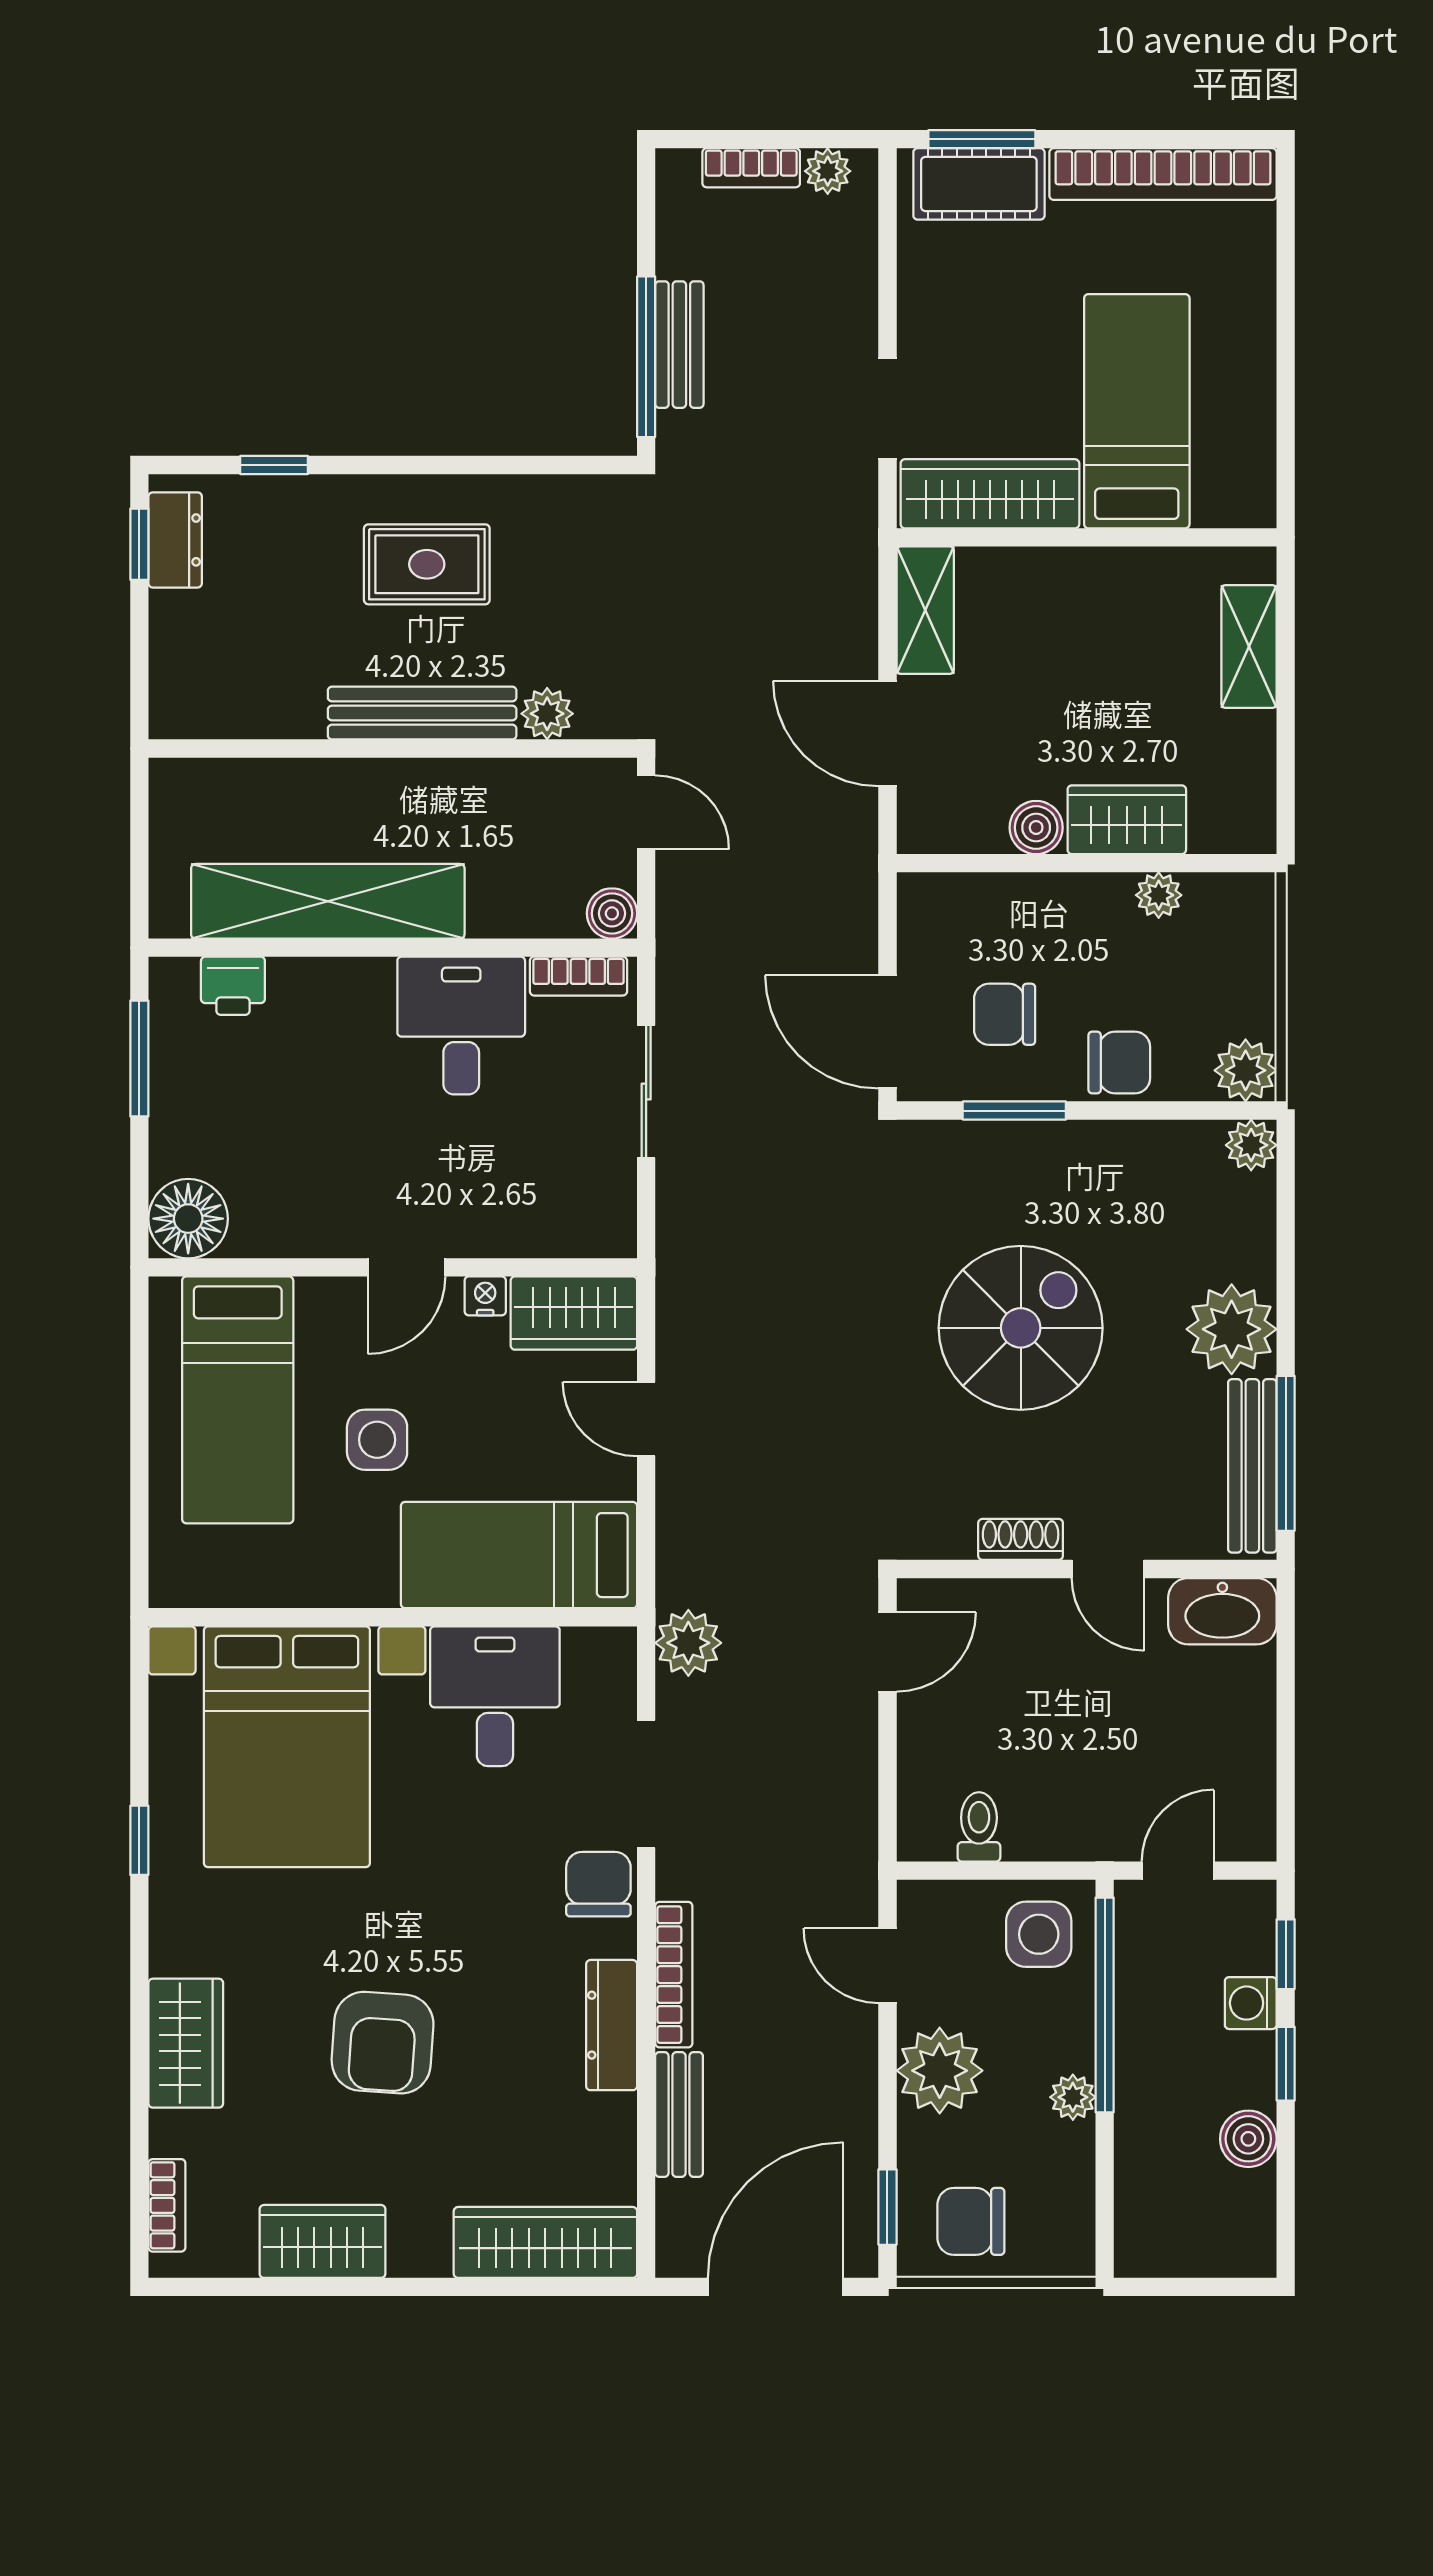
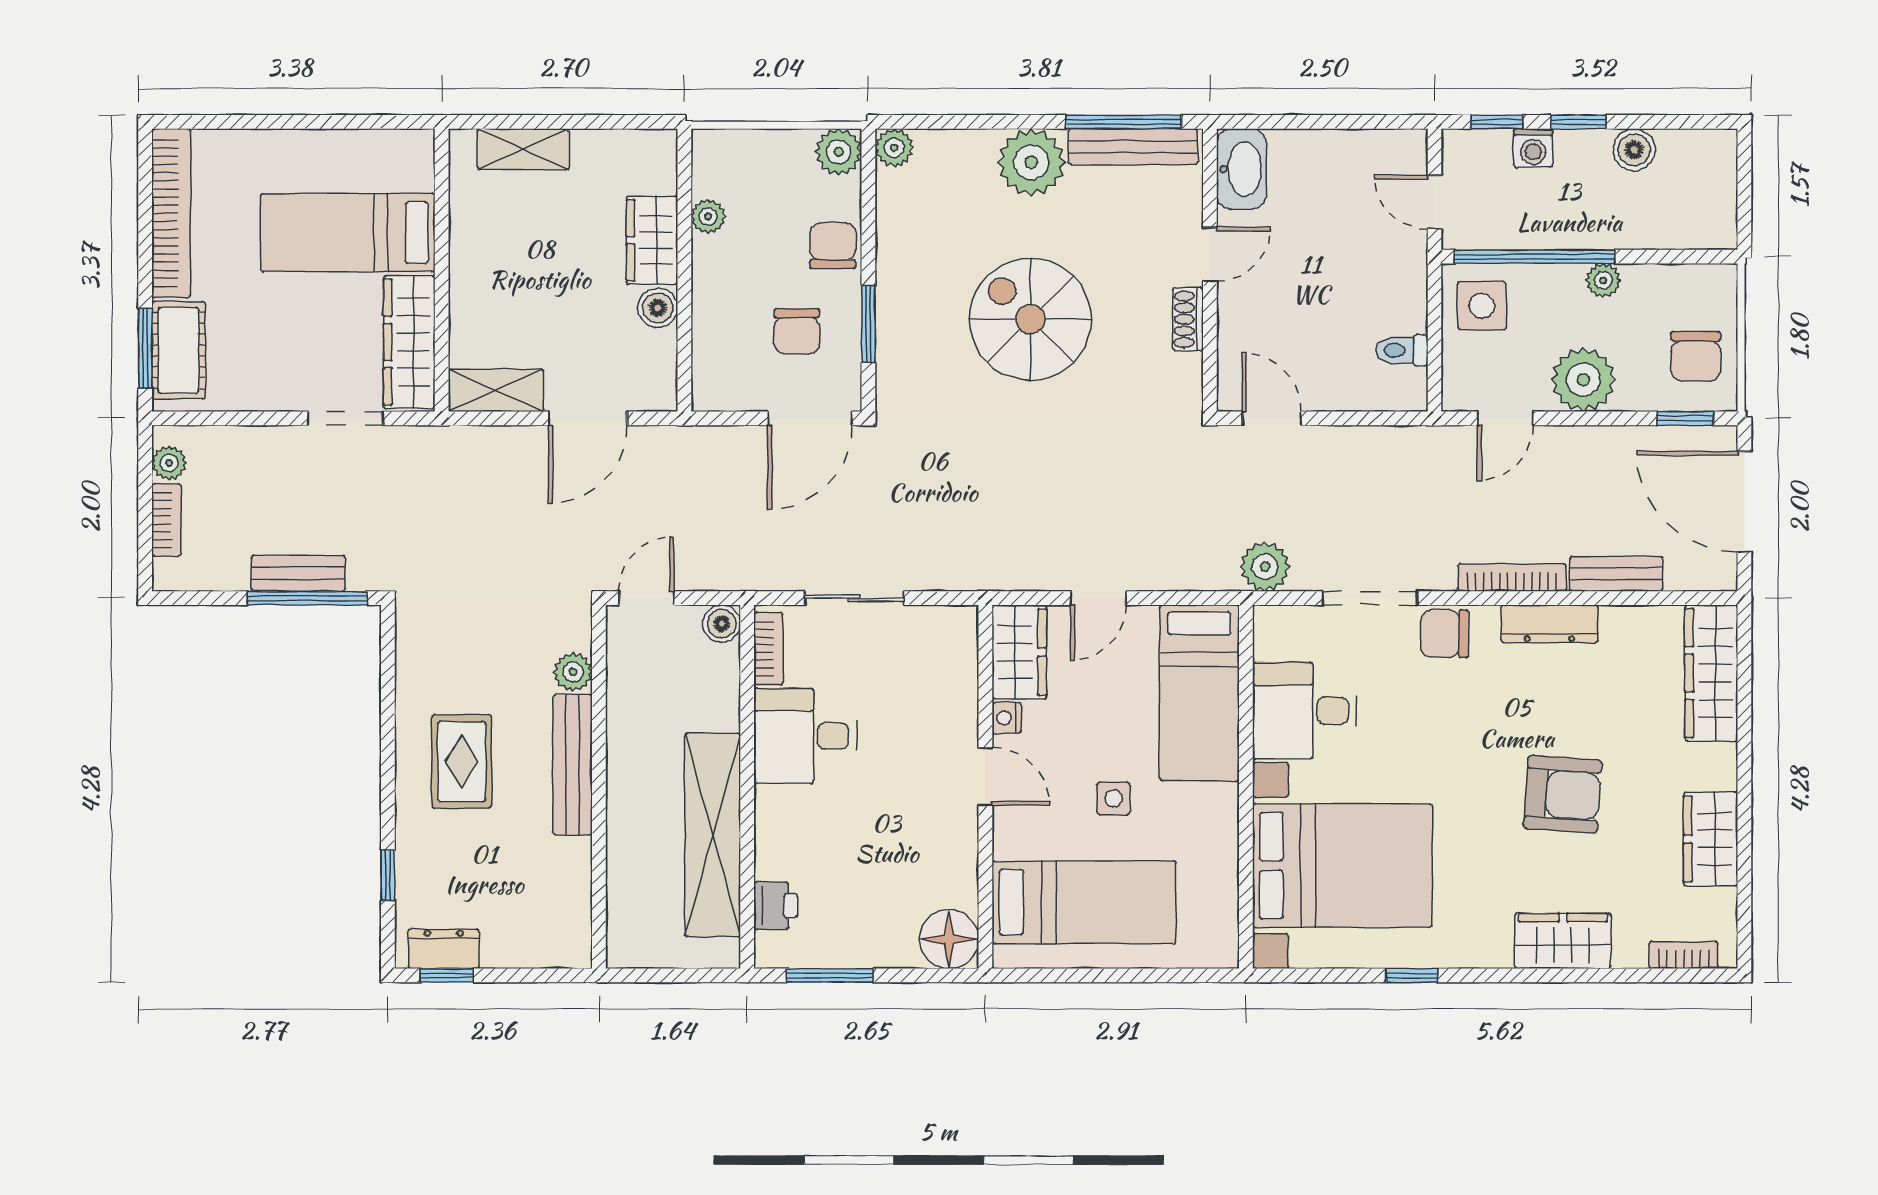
side table: (377, 1440) -> (1114, 798), width x0.73, depth x0.73

